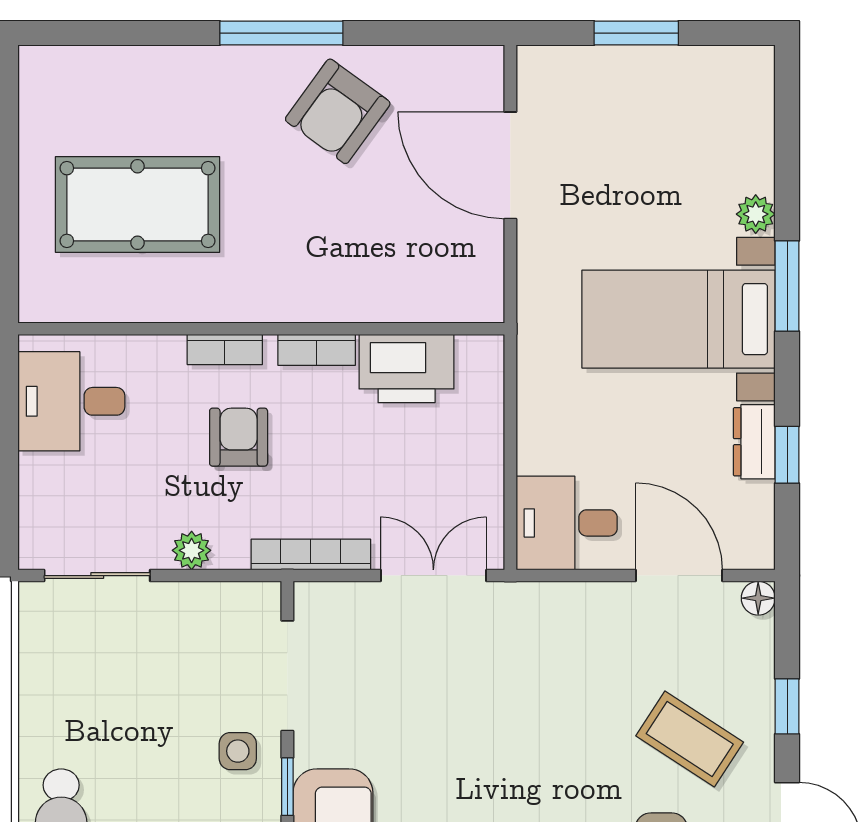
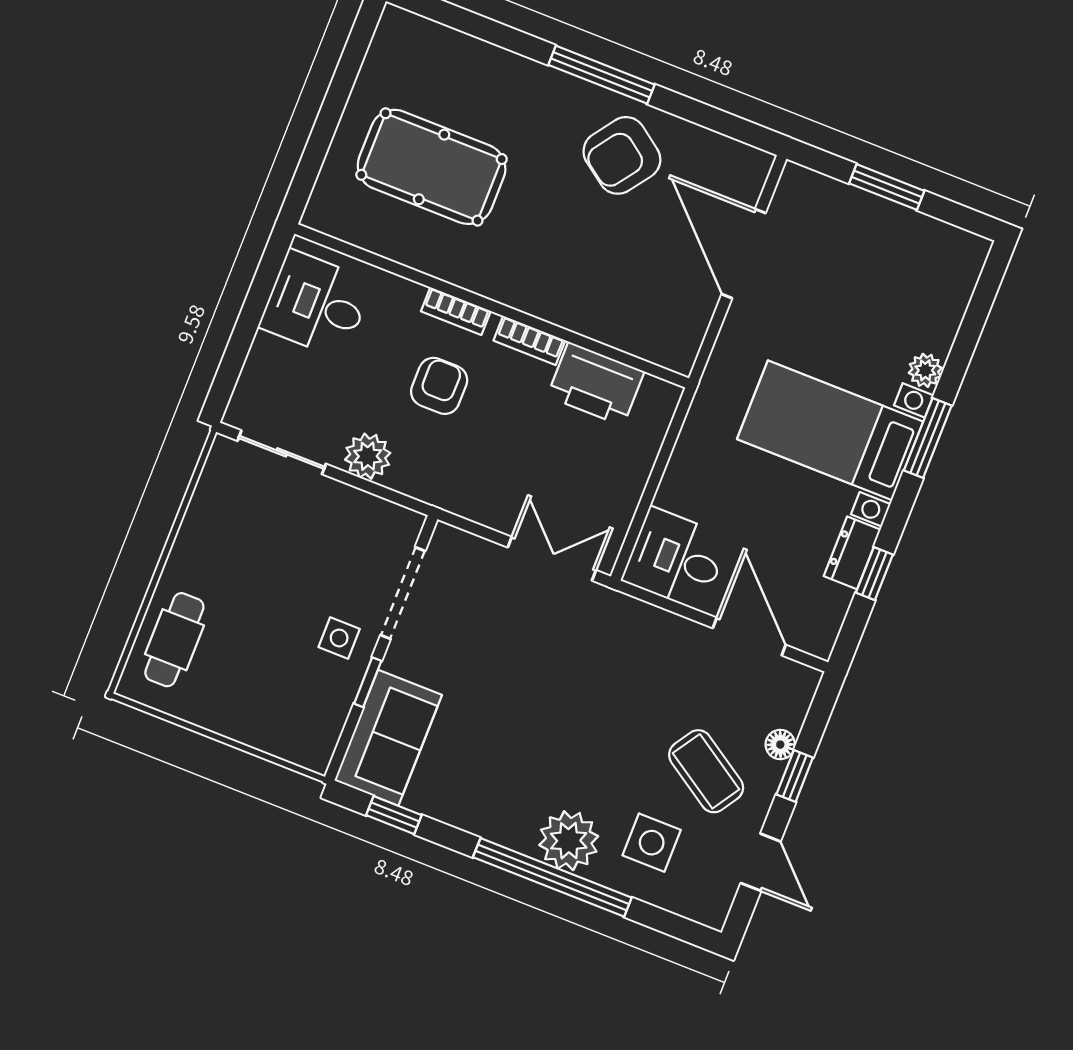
plant: (192, 550) -> (368, 456), width x1.38, depth x1.38
bookcase: (311, 554) -> (460, 503), removed
floor lamp: (758, 598) -> (780, 745), moved

